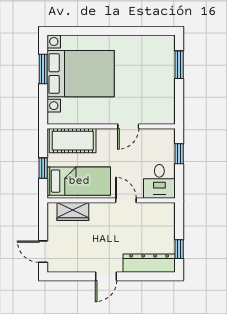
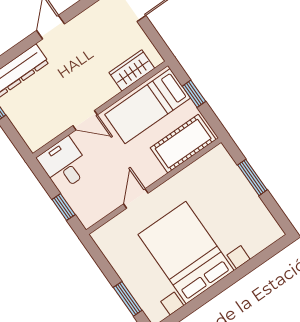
window: (43, 69) -> (252, 177), moved
bed with nightstands: (81, 74) -> (186, 253), moved, turned 90

